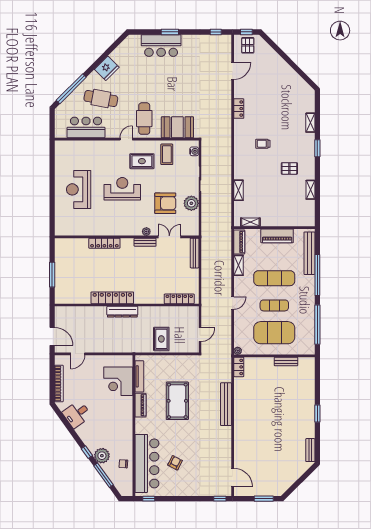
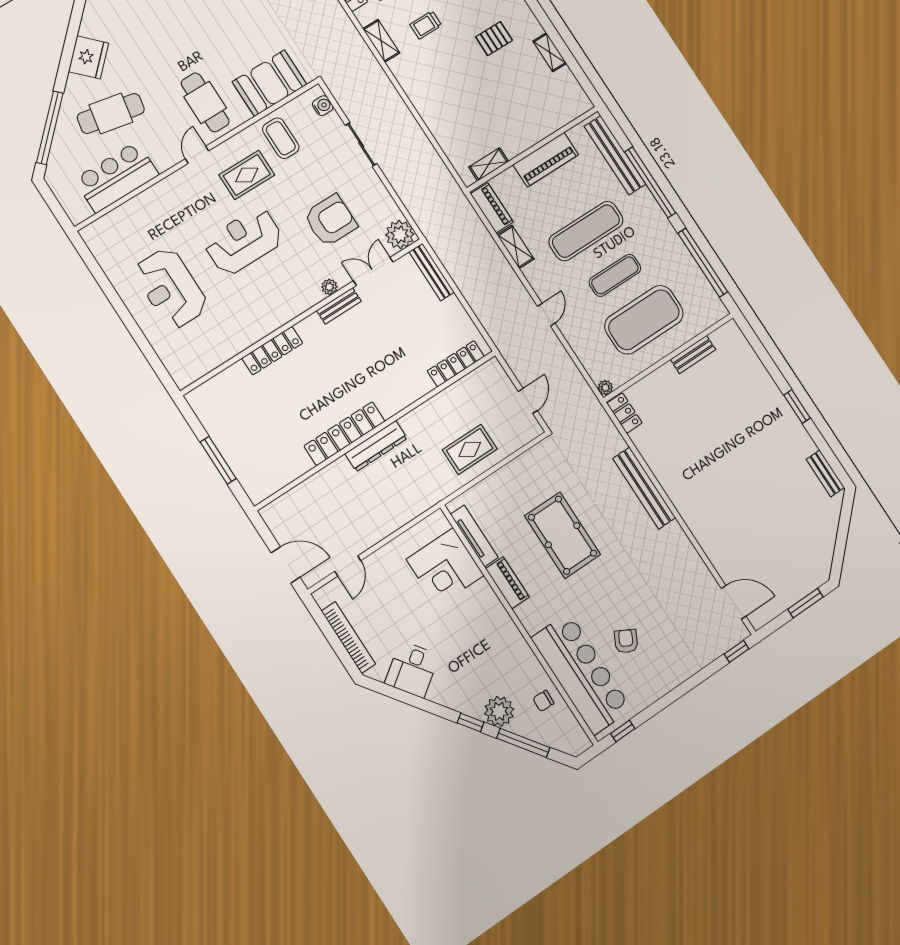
shelving: (238, 190) -> (381, 41), moved
plant: (191, 203) -> (400, 235), moved
rug: (161, 339) -> (470, 449), turned 90

